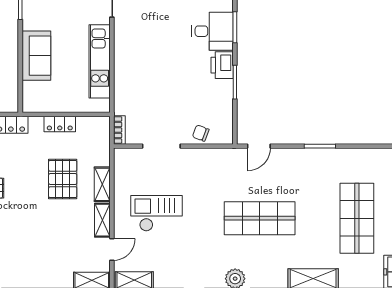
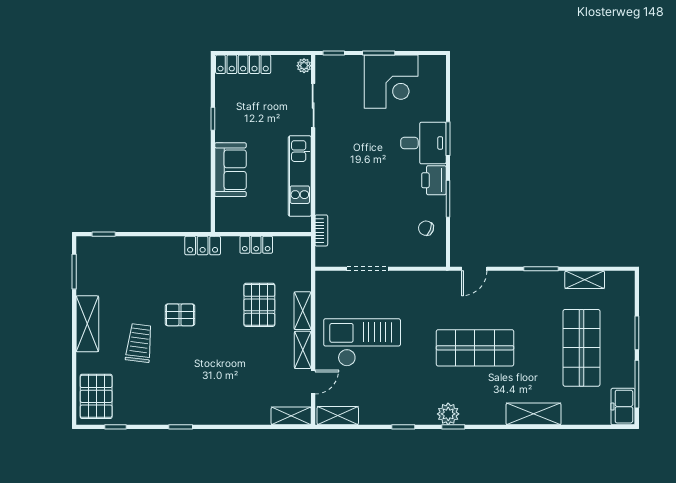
bookcase: (119, 130) -> (321, 230), moved
chair: (201, 133) -> (426, 228), moved
shelving: (360, 156) -> (585, 280), added
checkout: (157, 213) -> (362, 342), width x1.36, depth x1.21

